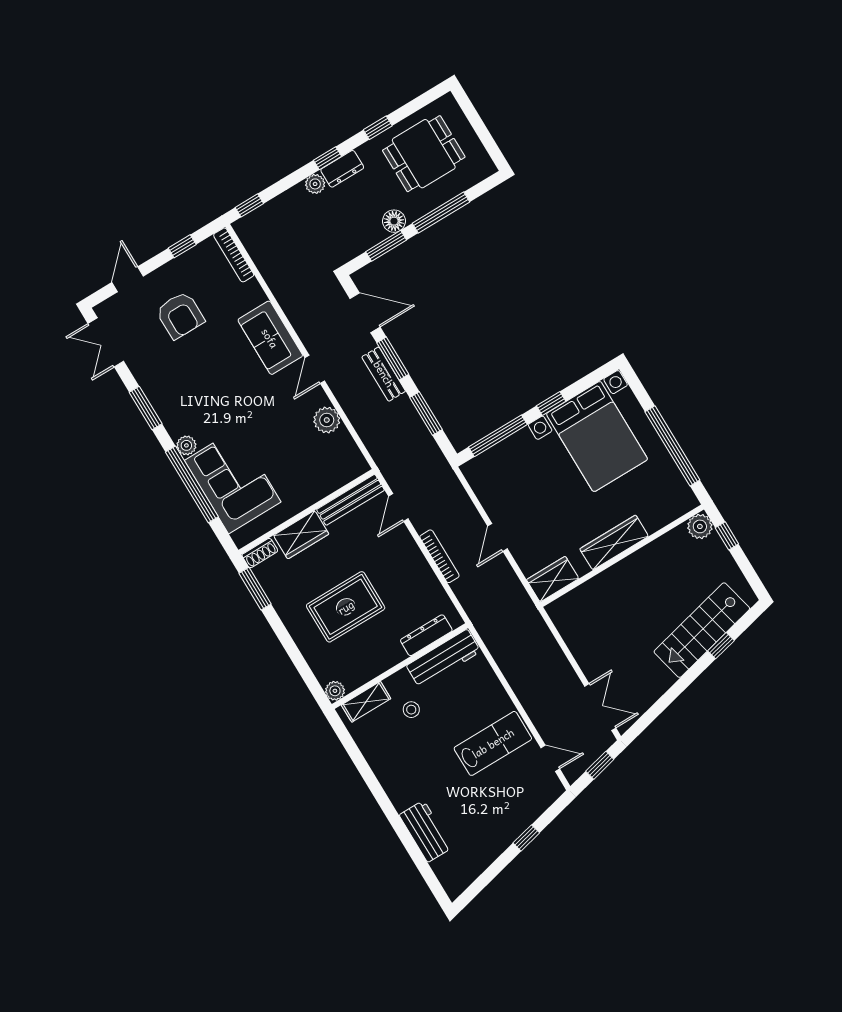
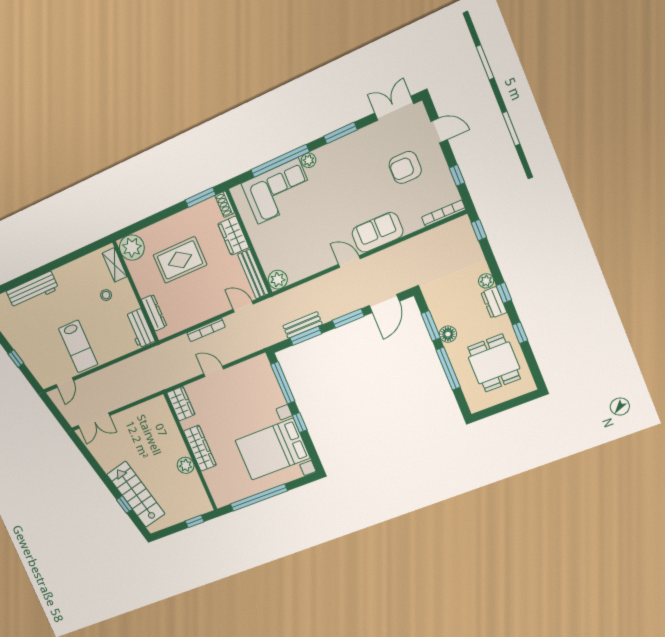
bench: (384, 374) -> (303, 325), moved
plant: (327, 420) -> (278, 280), moved
plant: (700, 526) -> (186, 465), moved
rug: (346, 607) -> (180, 260), turned 90
workbench: (444, 659) -> (140, 328), width x0.73
plant: (335, 691) -> (132, 248), width x1.88, depth x1.88
window: (600, 765) -> (57, 414), removed
workbench: (426, 831) -> (32, 290), width x1.38

